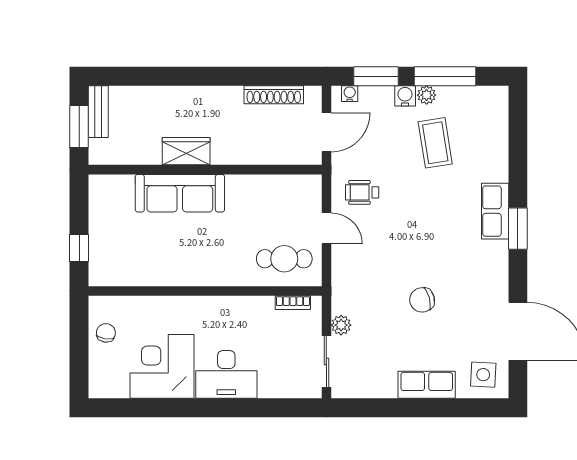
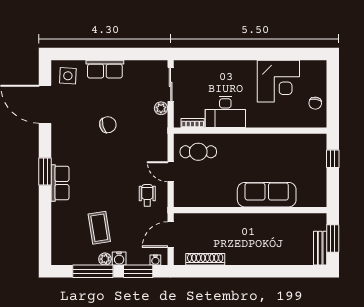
wardrobe: (186, 151) -> (263, 222), removed
wheelchair: (362, 192) -> (147, 195), turned -90
desk: (226, 374) -> (225, 112), moved, turned 180

